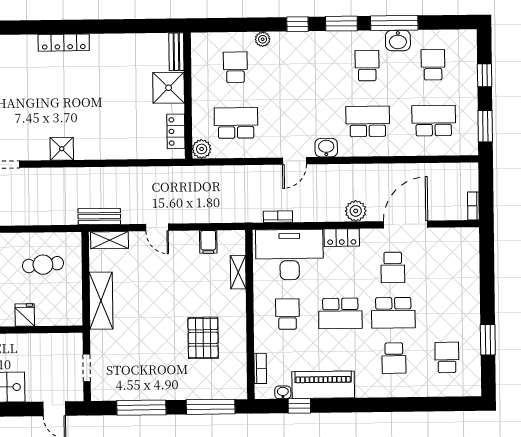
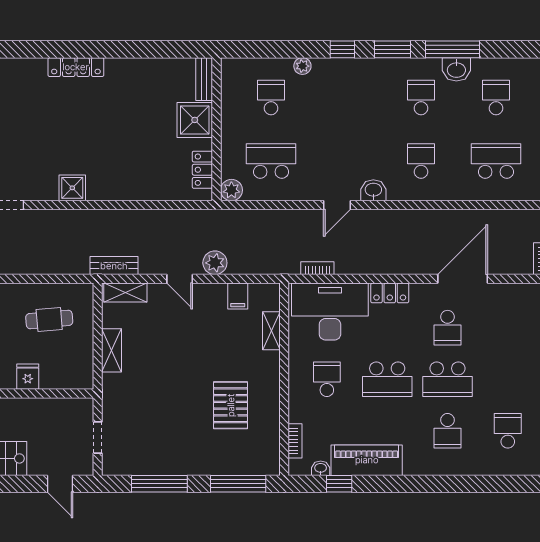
school desk: (368, 121) -> (421, 161), width x0.54
plant: (356, 211) -> (215, 263), moved
shelving: (101, 301) -> (112, 350), width x0.67, depth x0.75

